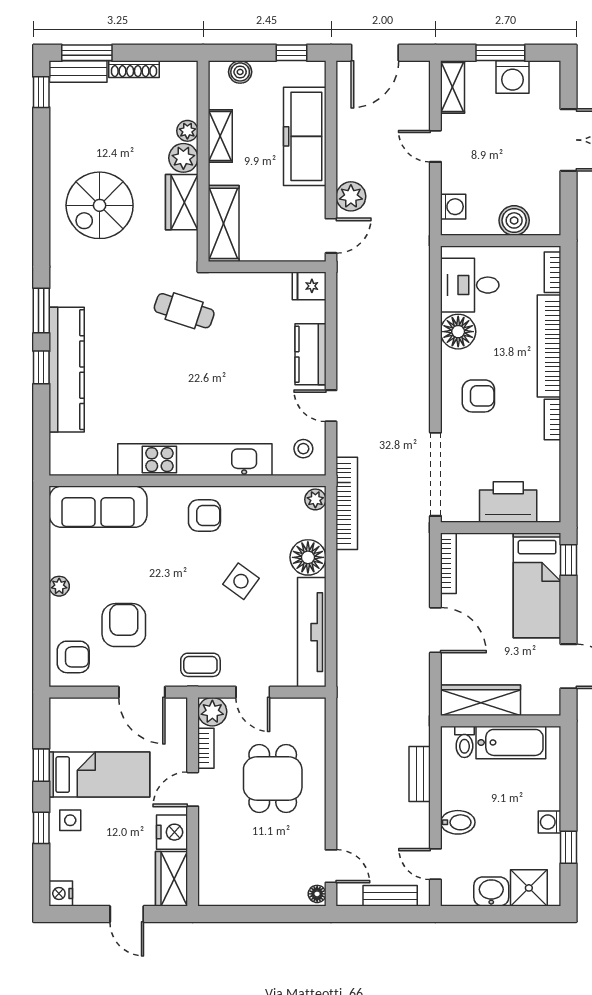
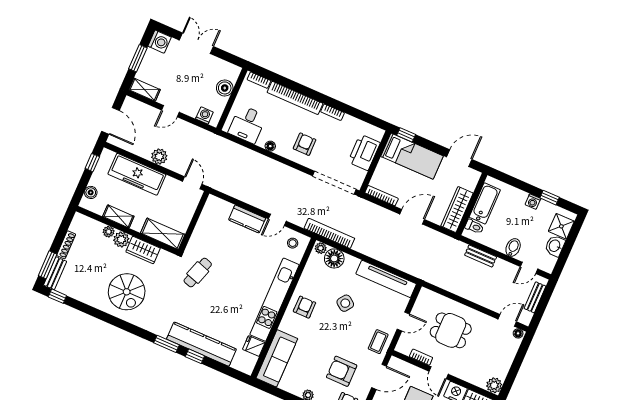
washing machine: (513, 77) -> (160, 42), moved
plant: (351, 196) -> (159, 156), moved
fridge: (309, 286) -> (254, 346), moved, turned 90
floor lamp: (458, 332) -> (270, 146), width x0.53, depth x0.53
floor lamp: (308, 557) -> (334, 258), moved
plant: (212, 712) -> (494, 385), moved

